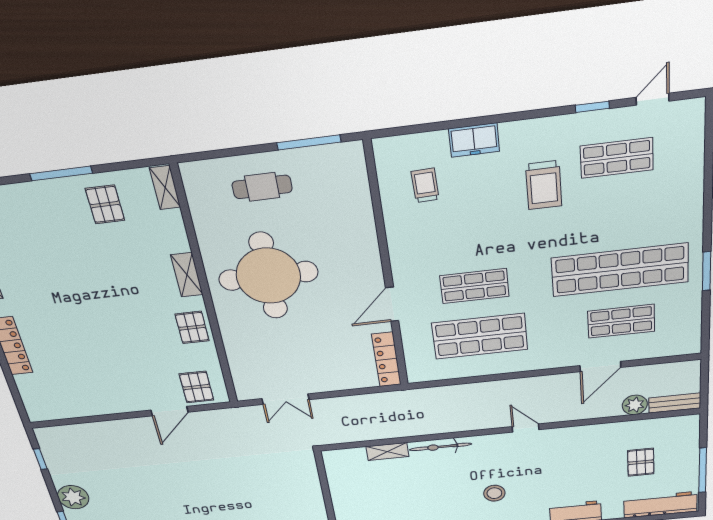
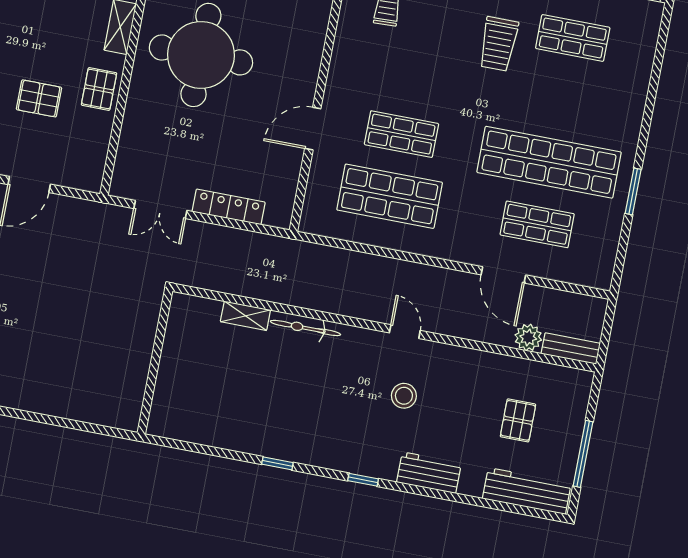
locker: (386, 360) -> (229, 207), moved, turned 90
door: (600, 367) -> (503, 275), hinge flipped
pallet: (196, 387) -> (39, 98), moved, turned 90
stool: (494, 493) -> (404, 396), moved

